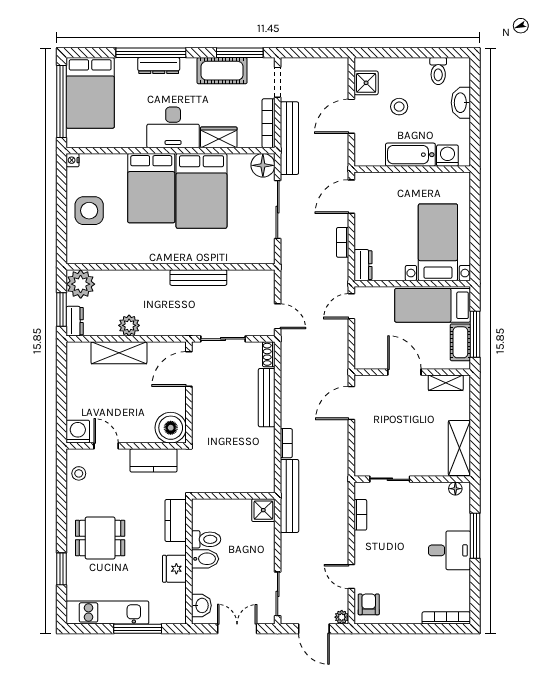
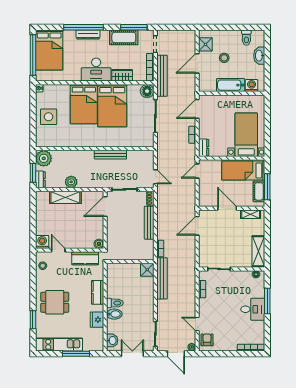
boiler: (171, 428) -> (99, 244), width x0.54, depth x0.54
wall: (233, 496) -> (130, 262), moved
shower: (263, 510) -> (147, 270), moved

